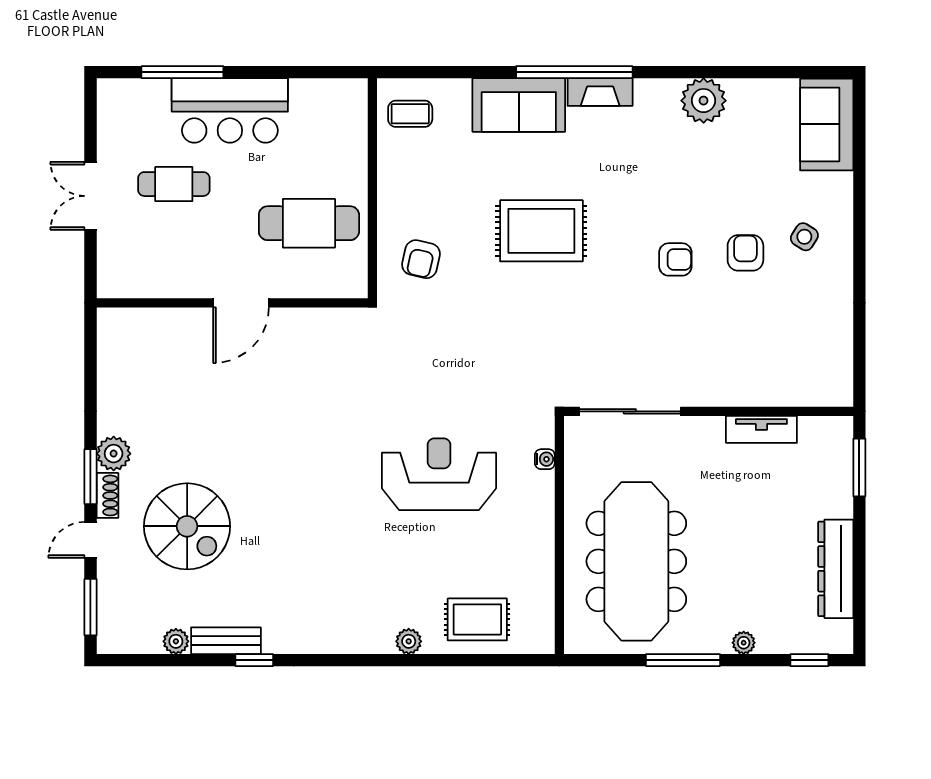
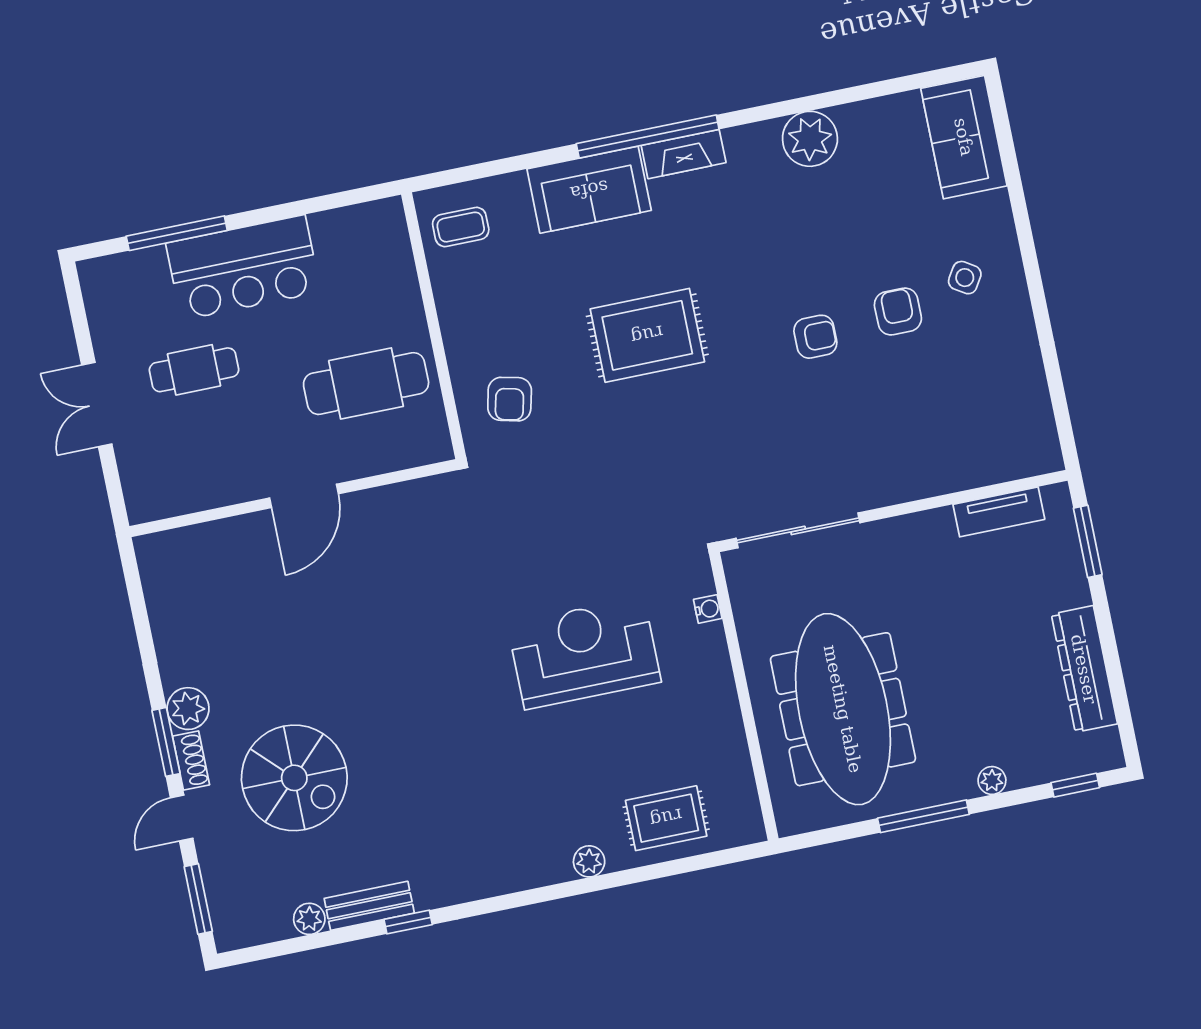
tv unit: (761, 429) -> (999, 512), moved

